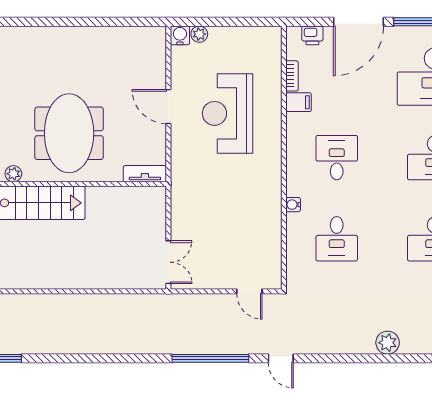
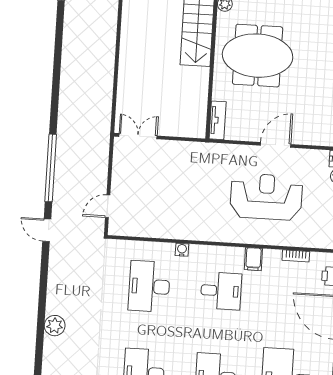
filing cabinet: (299, 102) -> (253, 259), moved
desk: (337, 239) -> (149, 286), width x1.37
double door: (168, 262) -> (138, 136), swing flipped
door: (281, 358) -> (47, 230), hinge flipped

